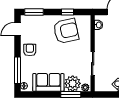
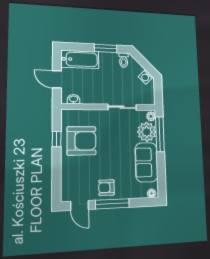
window: (34, 12) -> (56, 184), removed
armchair: (66, 31) -> (81, 141), turned 102
window: (17, 70) -> (112, 204), moved
window: (71, 94) -> (160, 134), width x1.44

